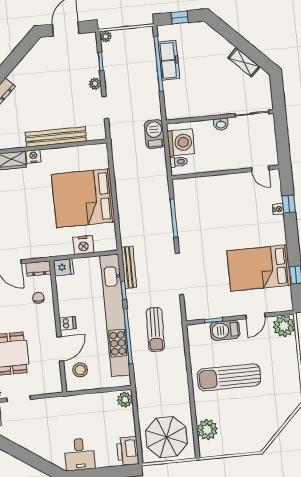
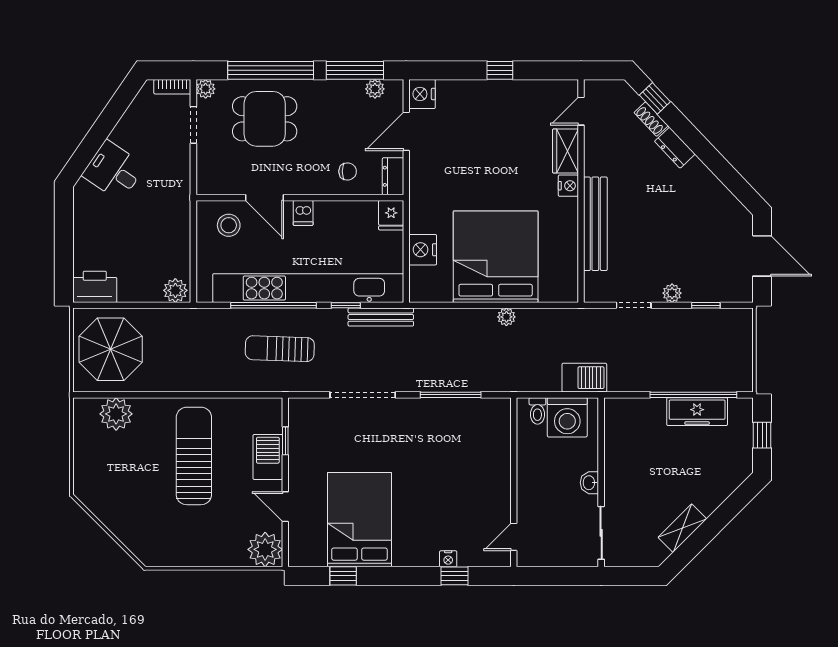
plant: (106, 36) -> (506, 317), moved
desk: (80, 454) -> (114, 171), moved, turned 34

